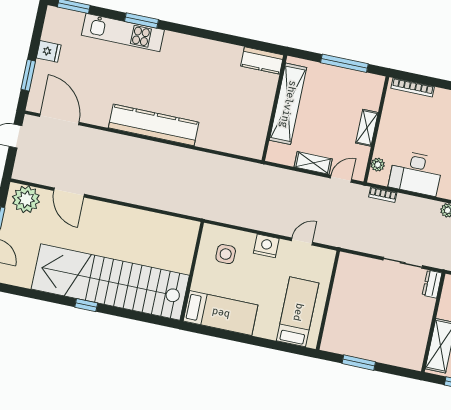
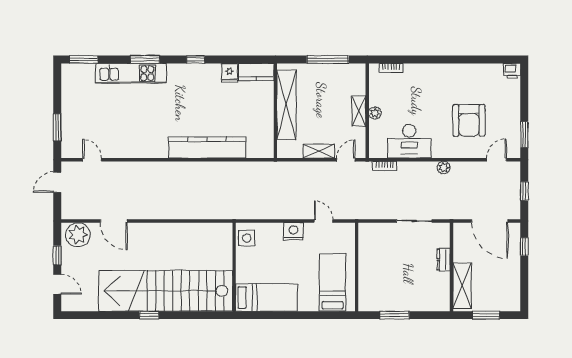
window: (198, 32) -> (196, 59), added
fridge: (49, 51) -> (230, 73), moved, turned 90
bookcase: (413, 87) -> (391, 68), width x0.64
door: (59, 119) -> (92, 160), width x0.53
kitchen counter: (154, 125) -> (207, 147), moved
plant: (378, 165) -> (375, 113), moved
door: (302, 241) -> (324, 221), hinge flipped
side table: (226, 254) -> (247, 238), moved
dresser: (432, 284) -> (443, 260), moved

